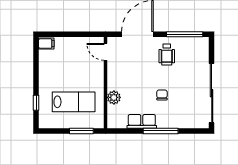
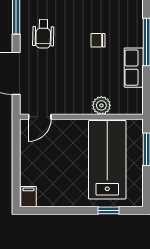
wheelchair: (167, 54) -> (43, 34), turned 91
lab bench: (74, 102) -> (107, 160), width x1.36, depth x1.39

